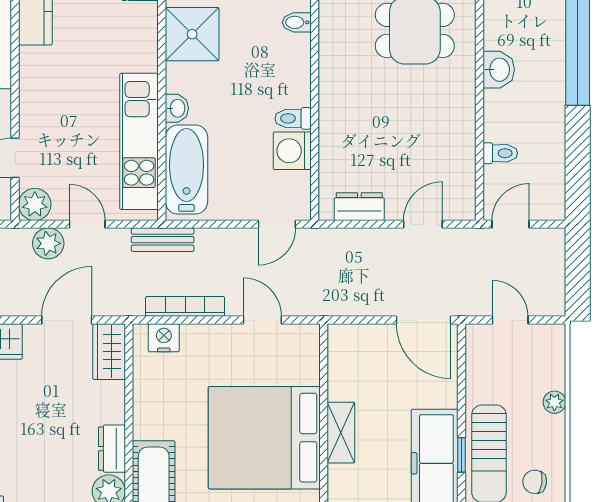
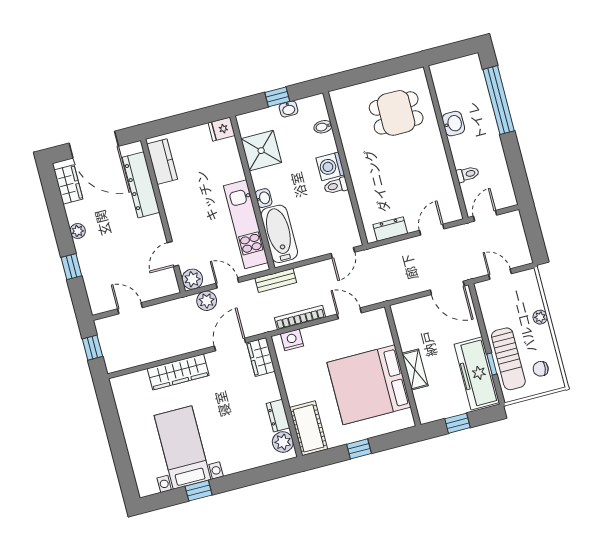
washing machine: (292, 151) -> (330, 166), moved

